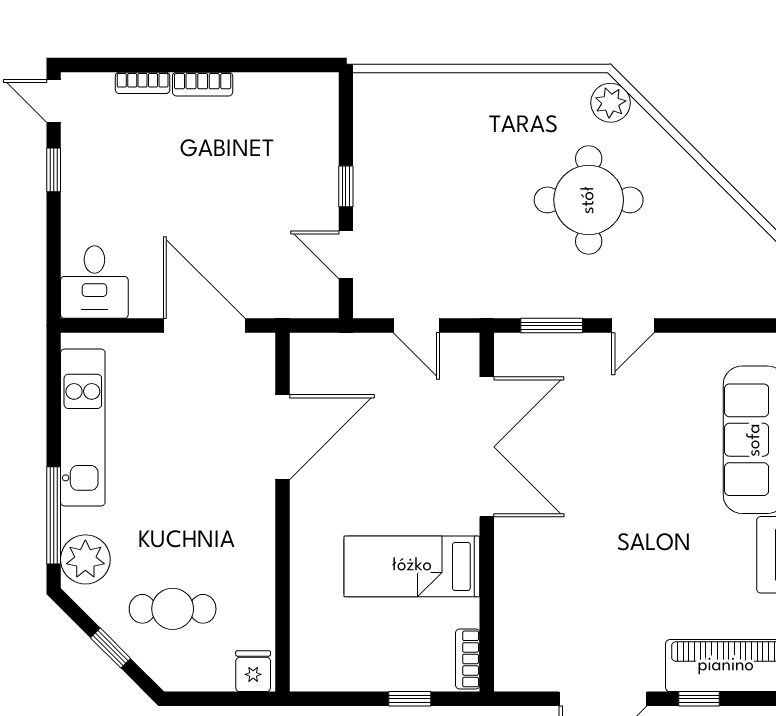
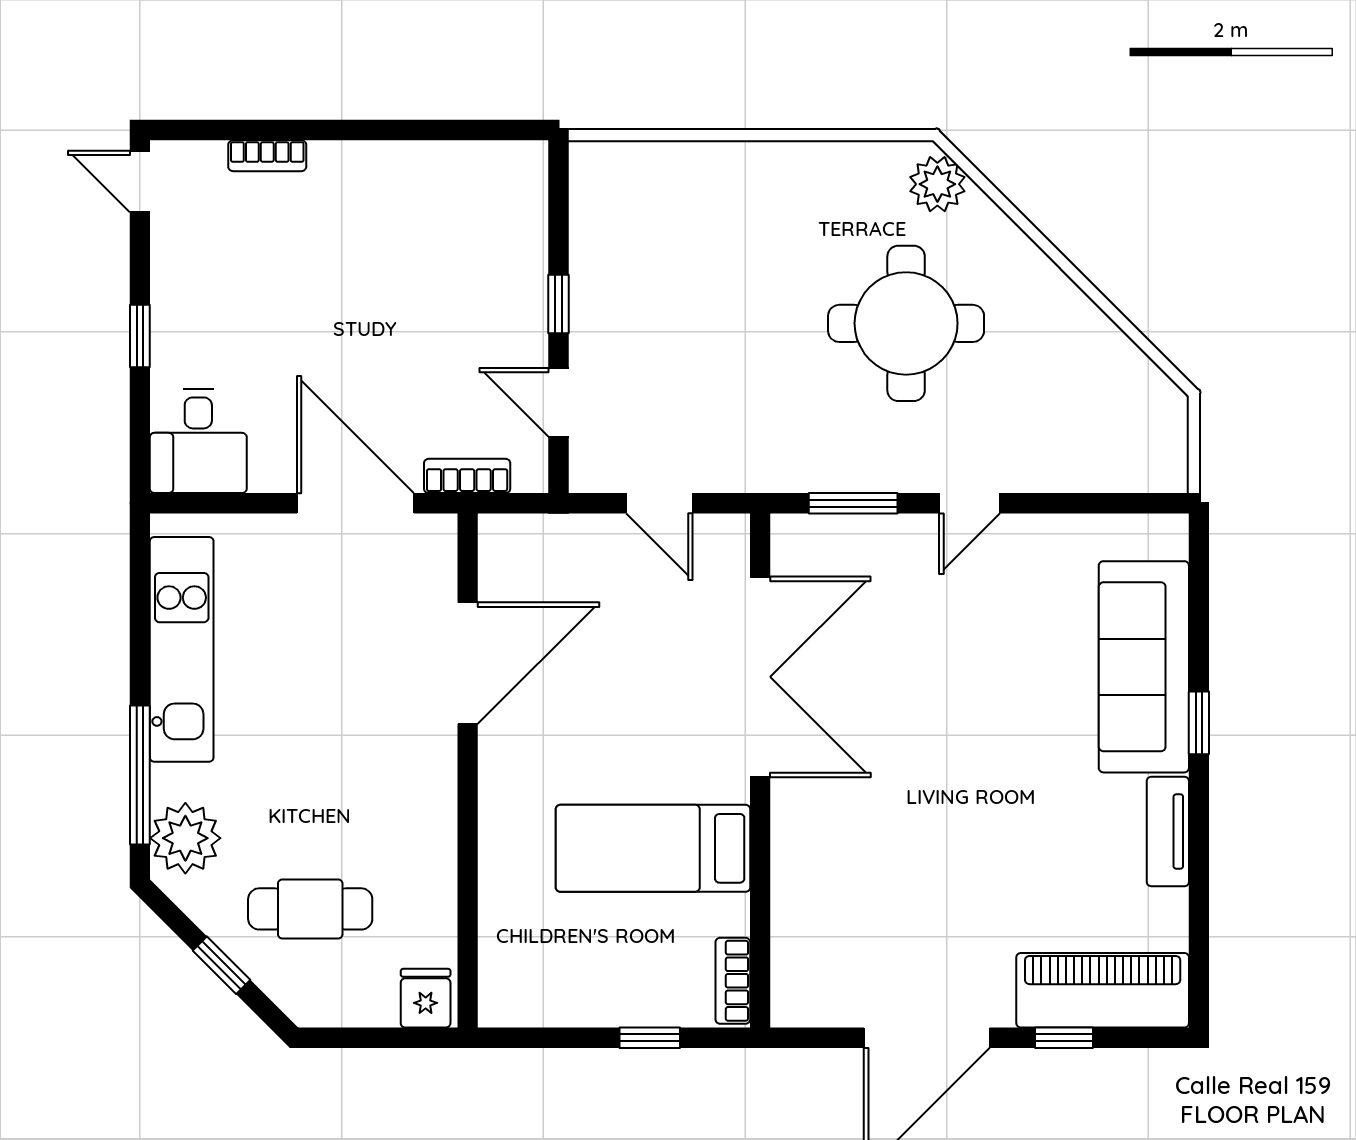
bookcase: (203, 84) -> (467, 476), moved, turned 180
window: (54, 170) -> (140, 336), moved

